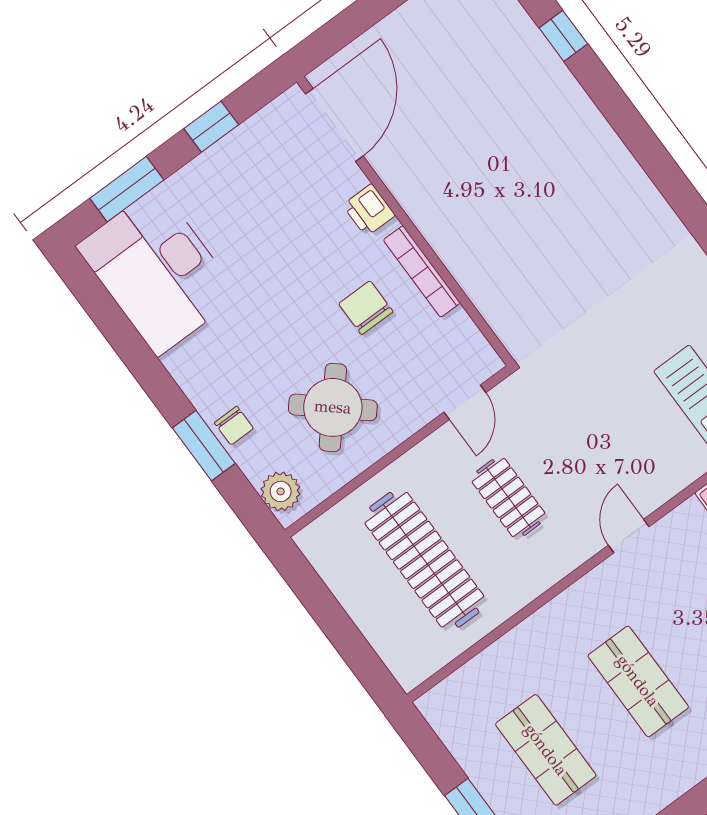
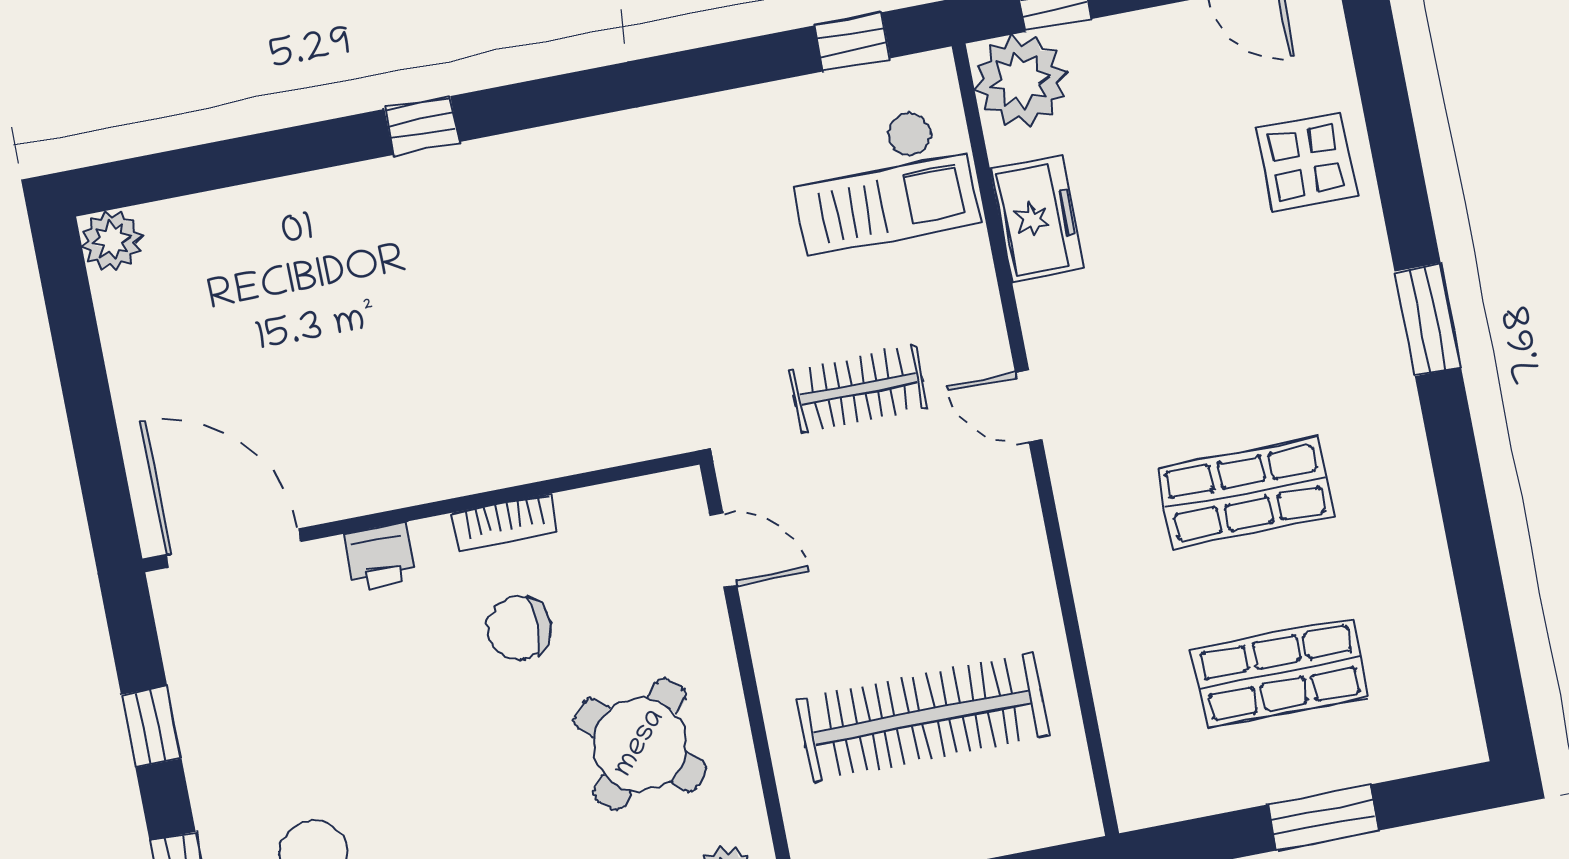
window: (563, 36) -> (422, 125), moved
bookcase: (422, 271) -> (505, 523), width x0.64
clothes rail: (508, 498) -> (859, 389), moved

